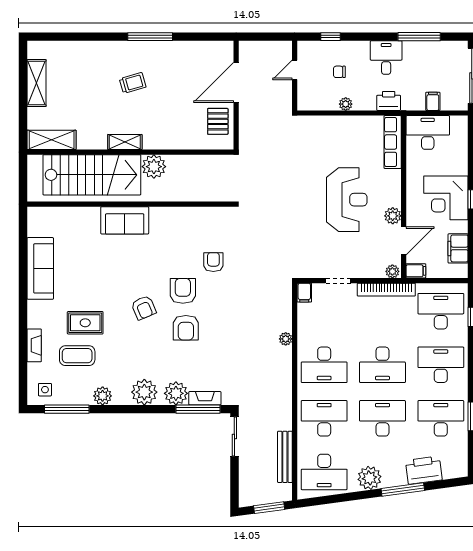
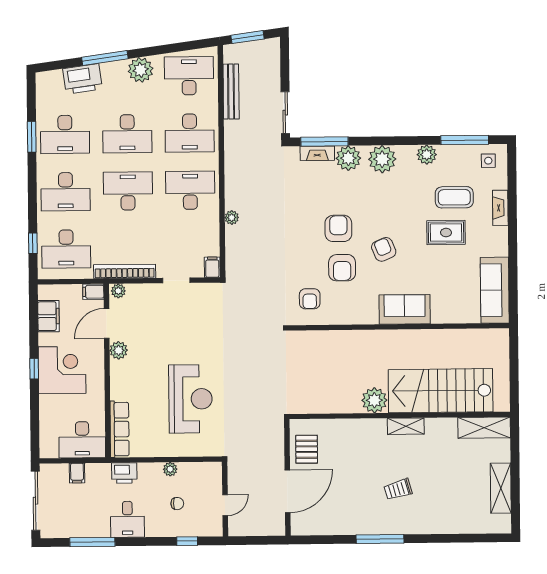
reception desk: (347, 200) -> (190, 399), moved, turned 180
wall: (130, 204) -> (399, 327), moved
sofa: (125, 220) -> (405, 309), moved

